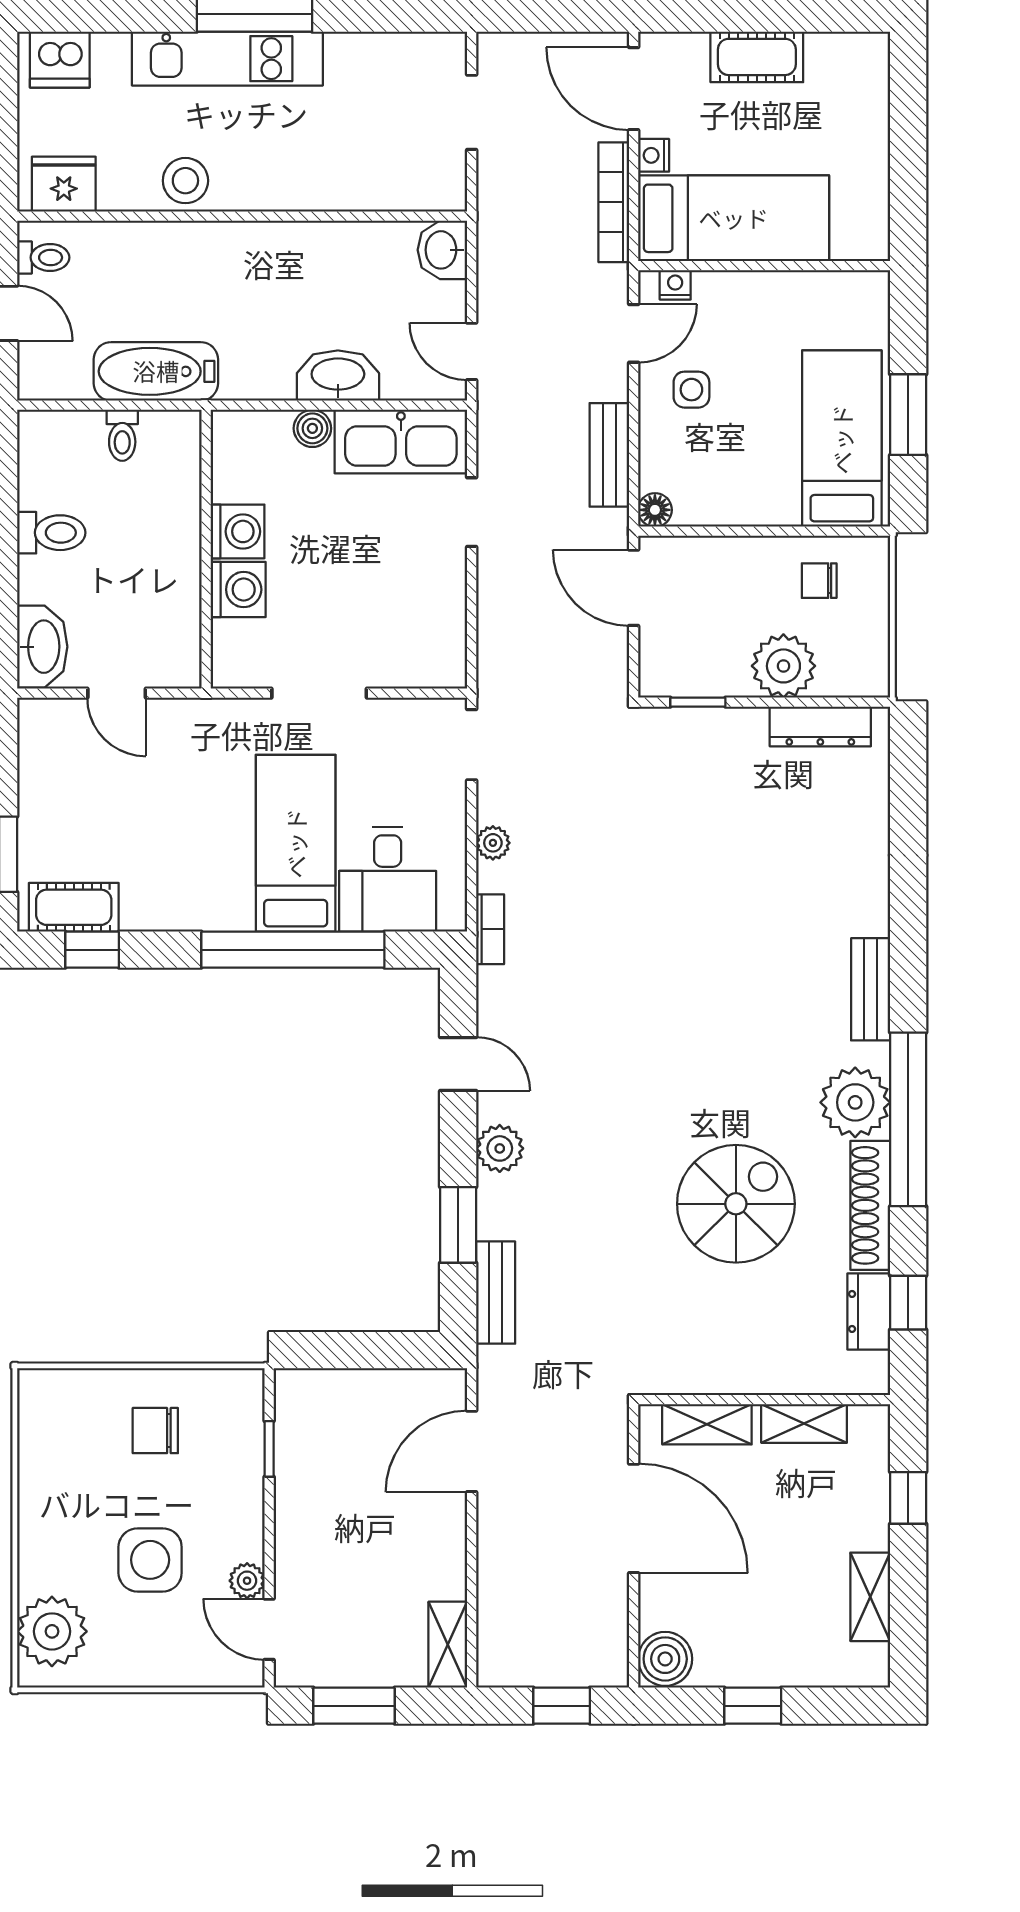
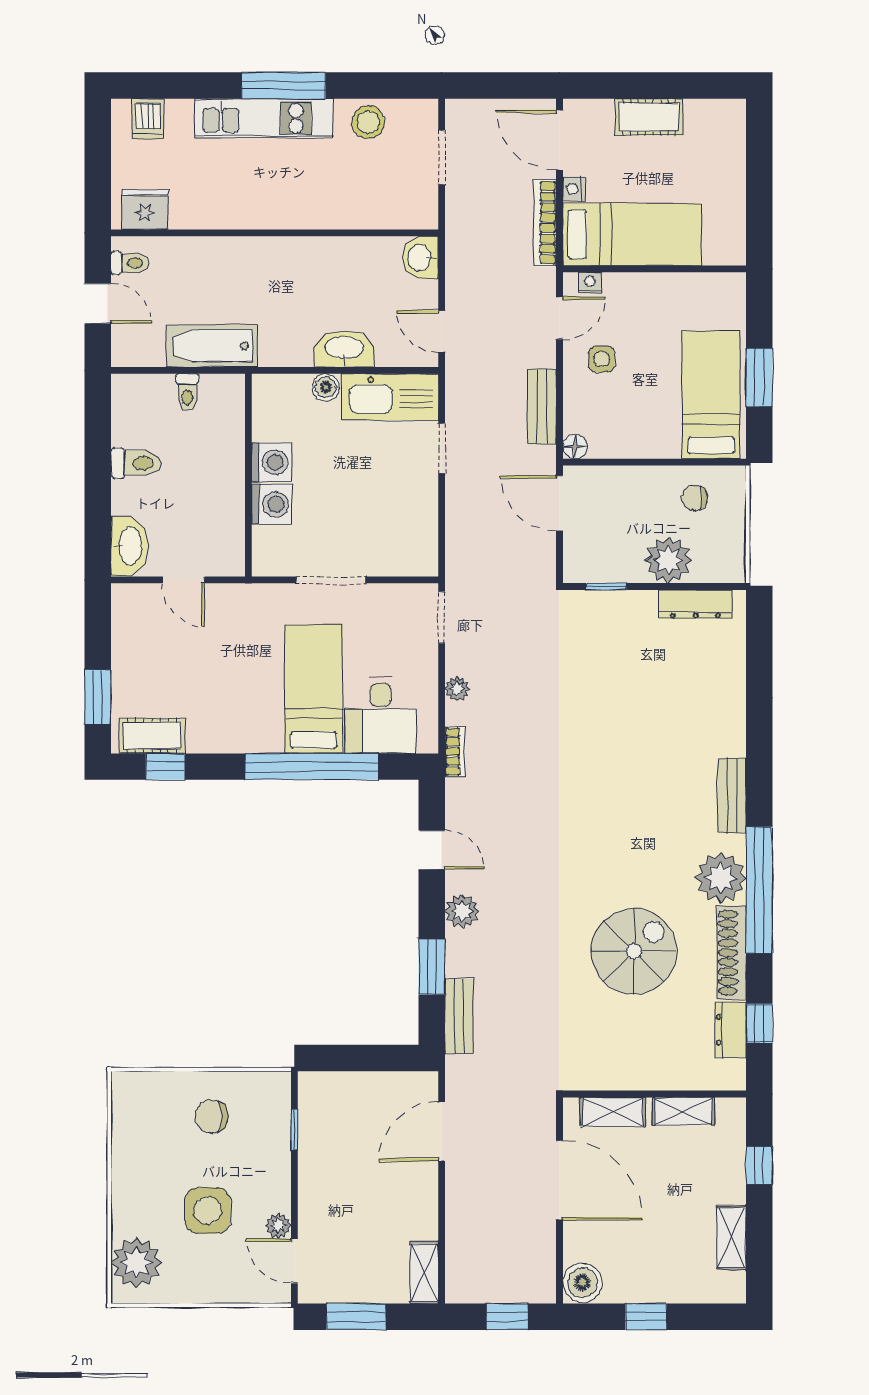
dishwasher: (60, 60) -> (148, 119), width x0.73
stool: (185, 181) -> (368, 122), moved

